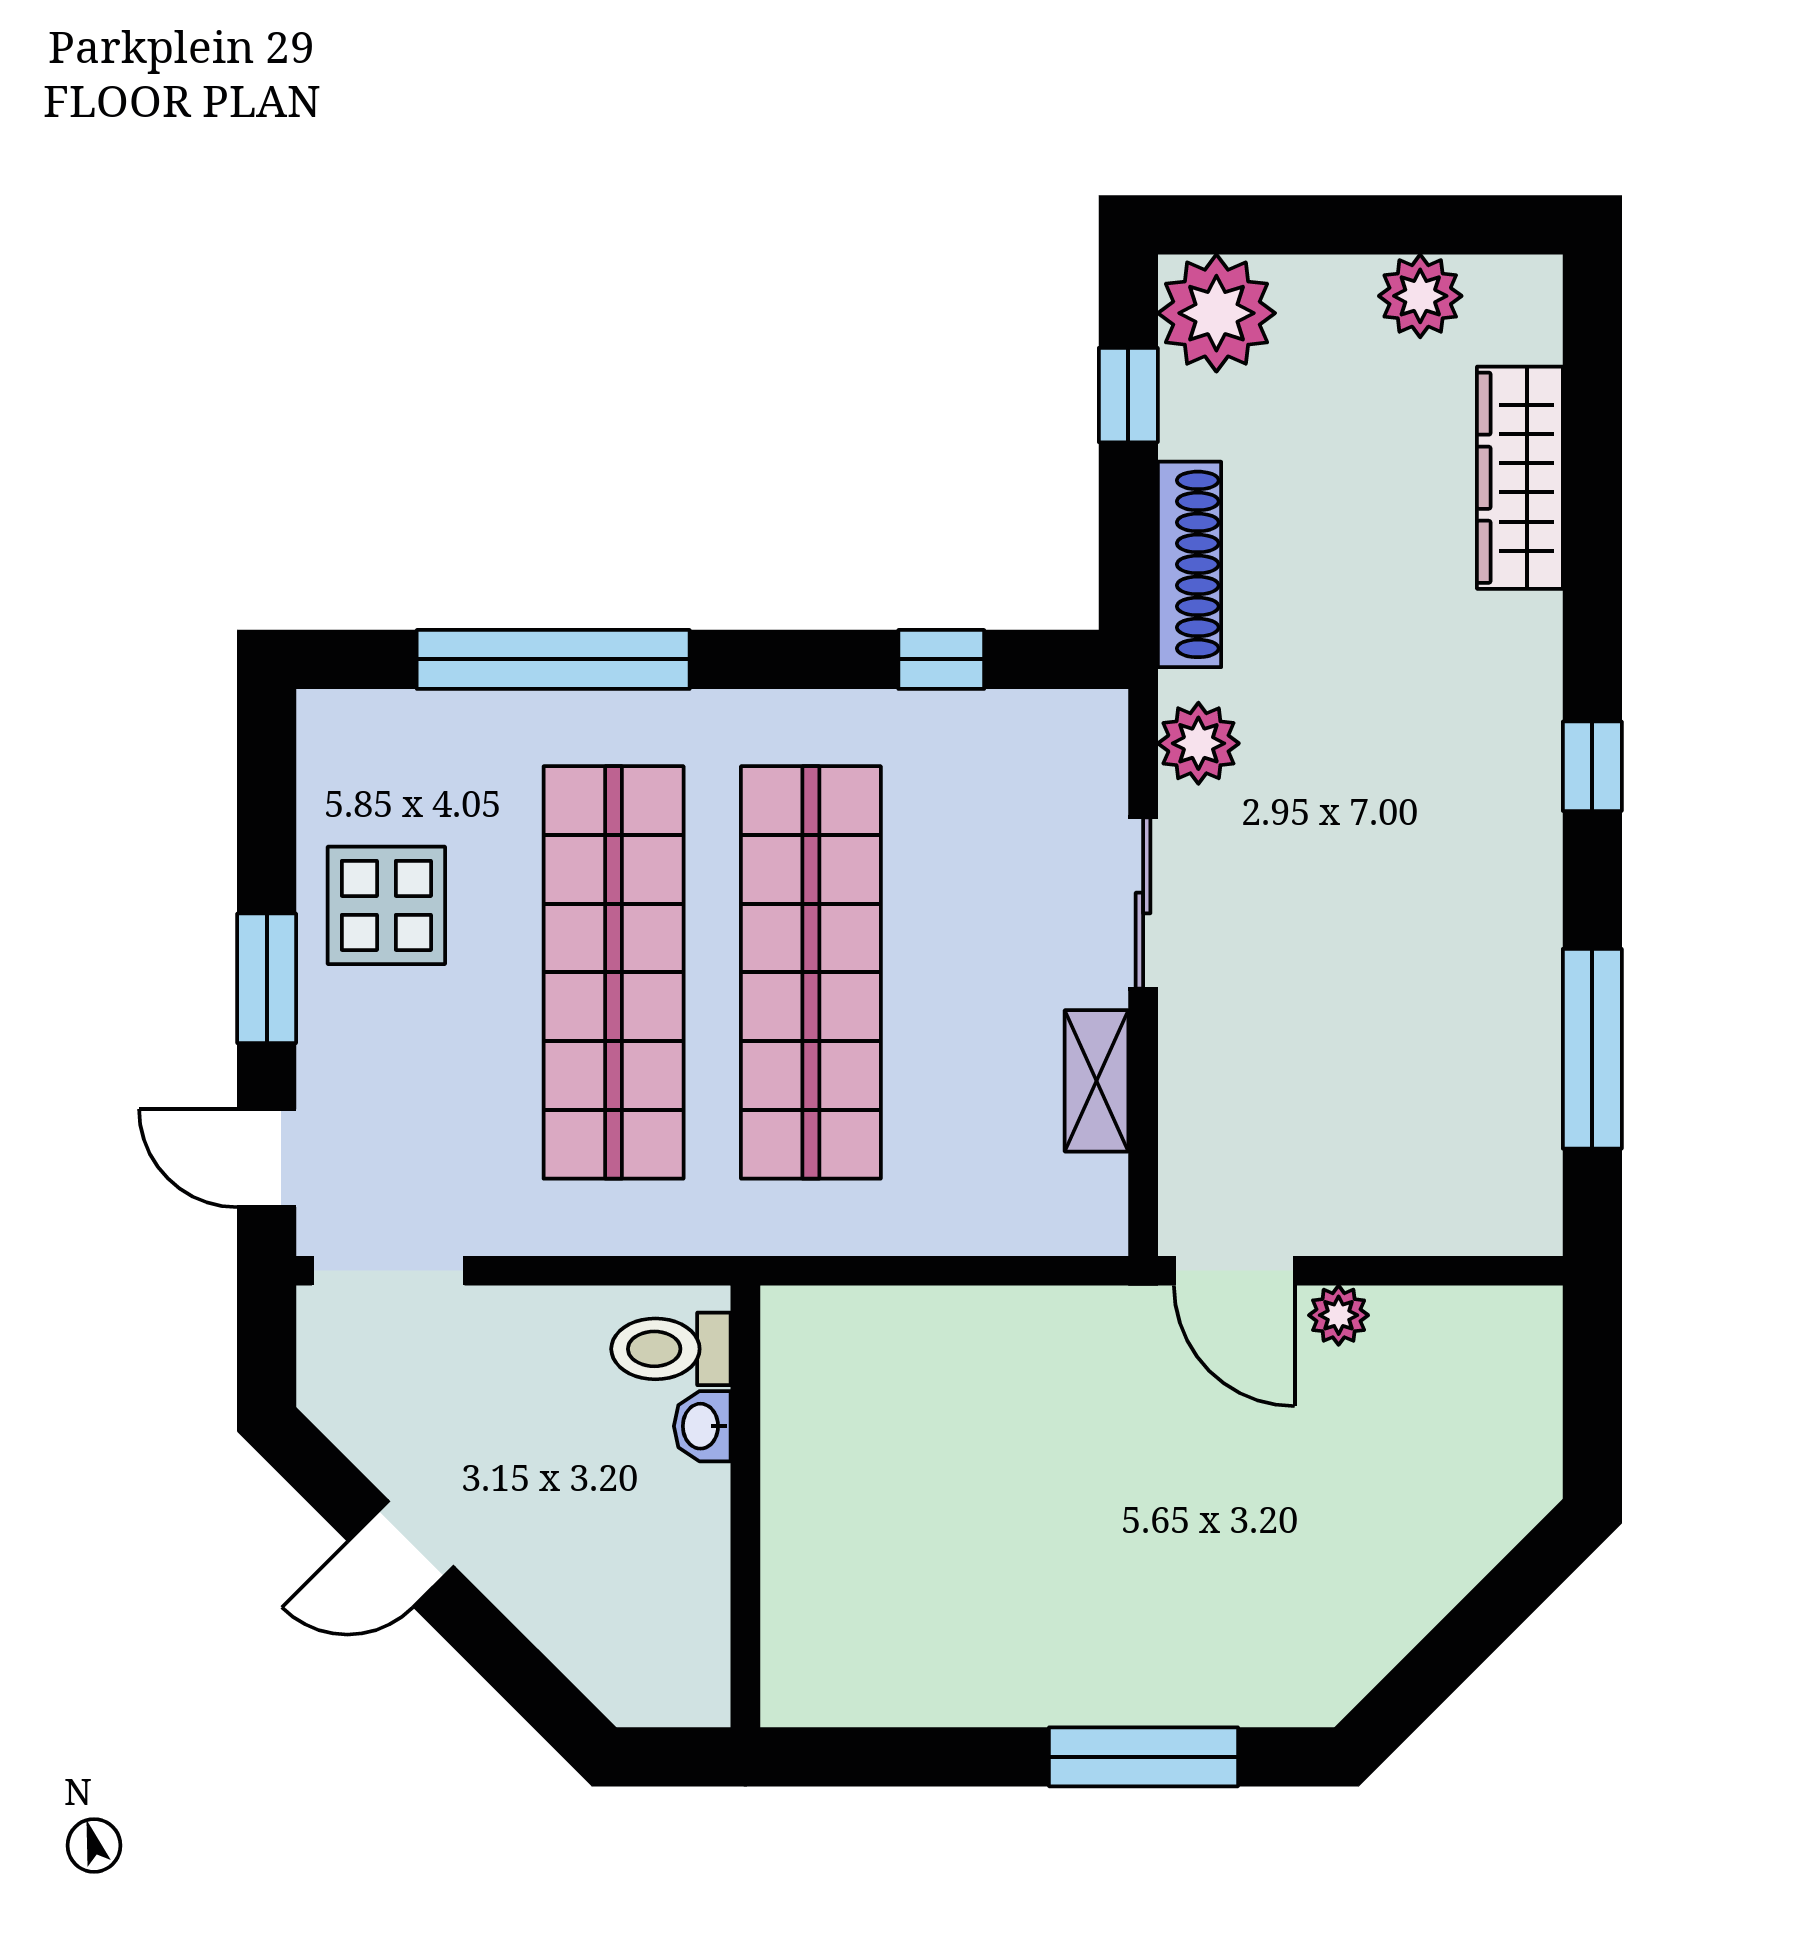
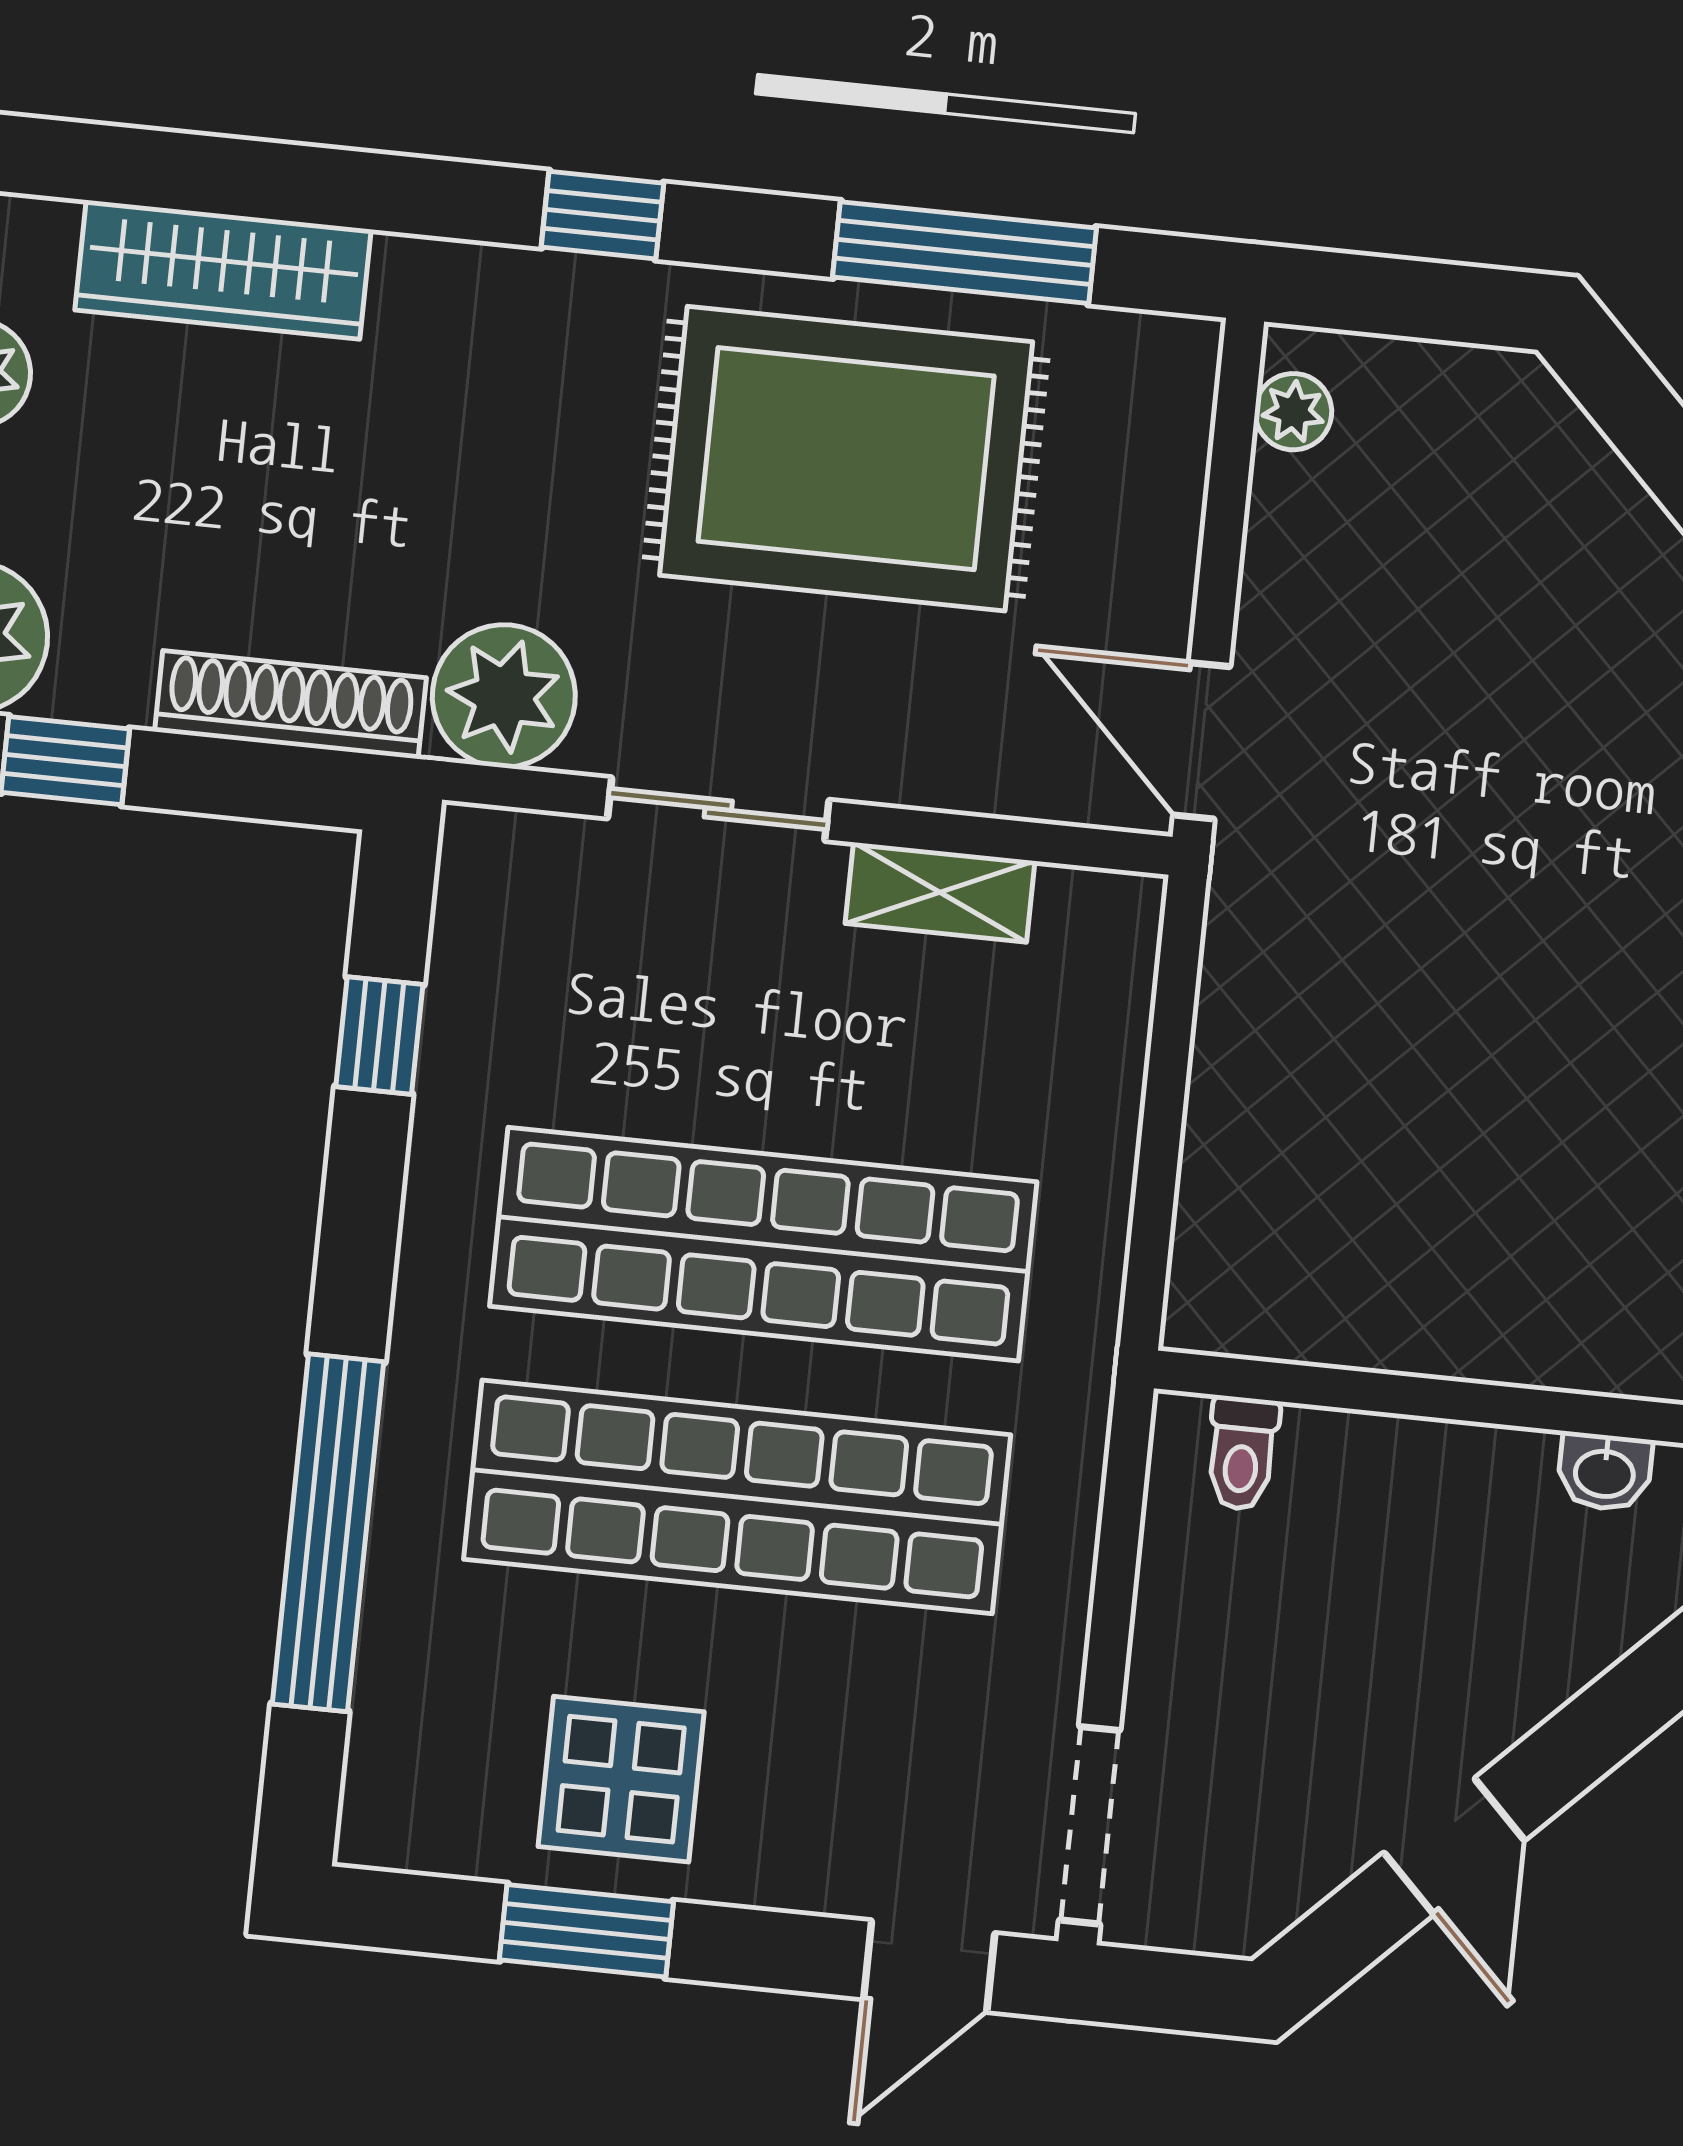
plant: (1198, 743) -> (504, 696), width x1.36, depth x1.36
rug: (1424, 974) -> (846, 459), added
window: (267, 978) -> (586, 1931), moved
door: (1234, 1271) -> (1202, 741), swing flipped
plant: (1339, 1315) -> (1293, 412), moved
toilet: (671, 1349) -> (1242, 1453), width x0.73, depth x0.72
washbasin: (702, 1426) -> (1605, 1472), moved

